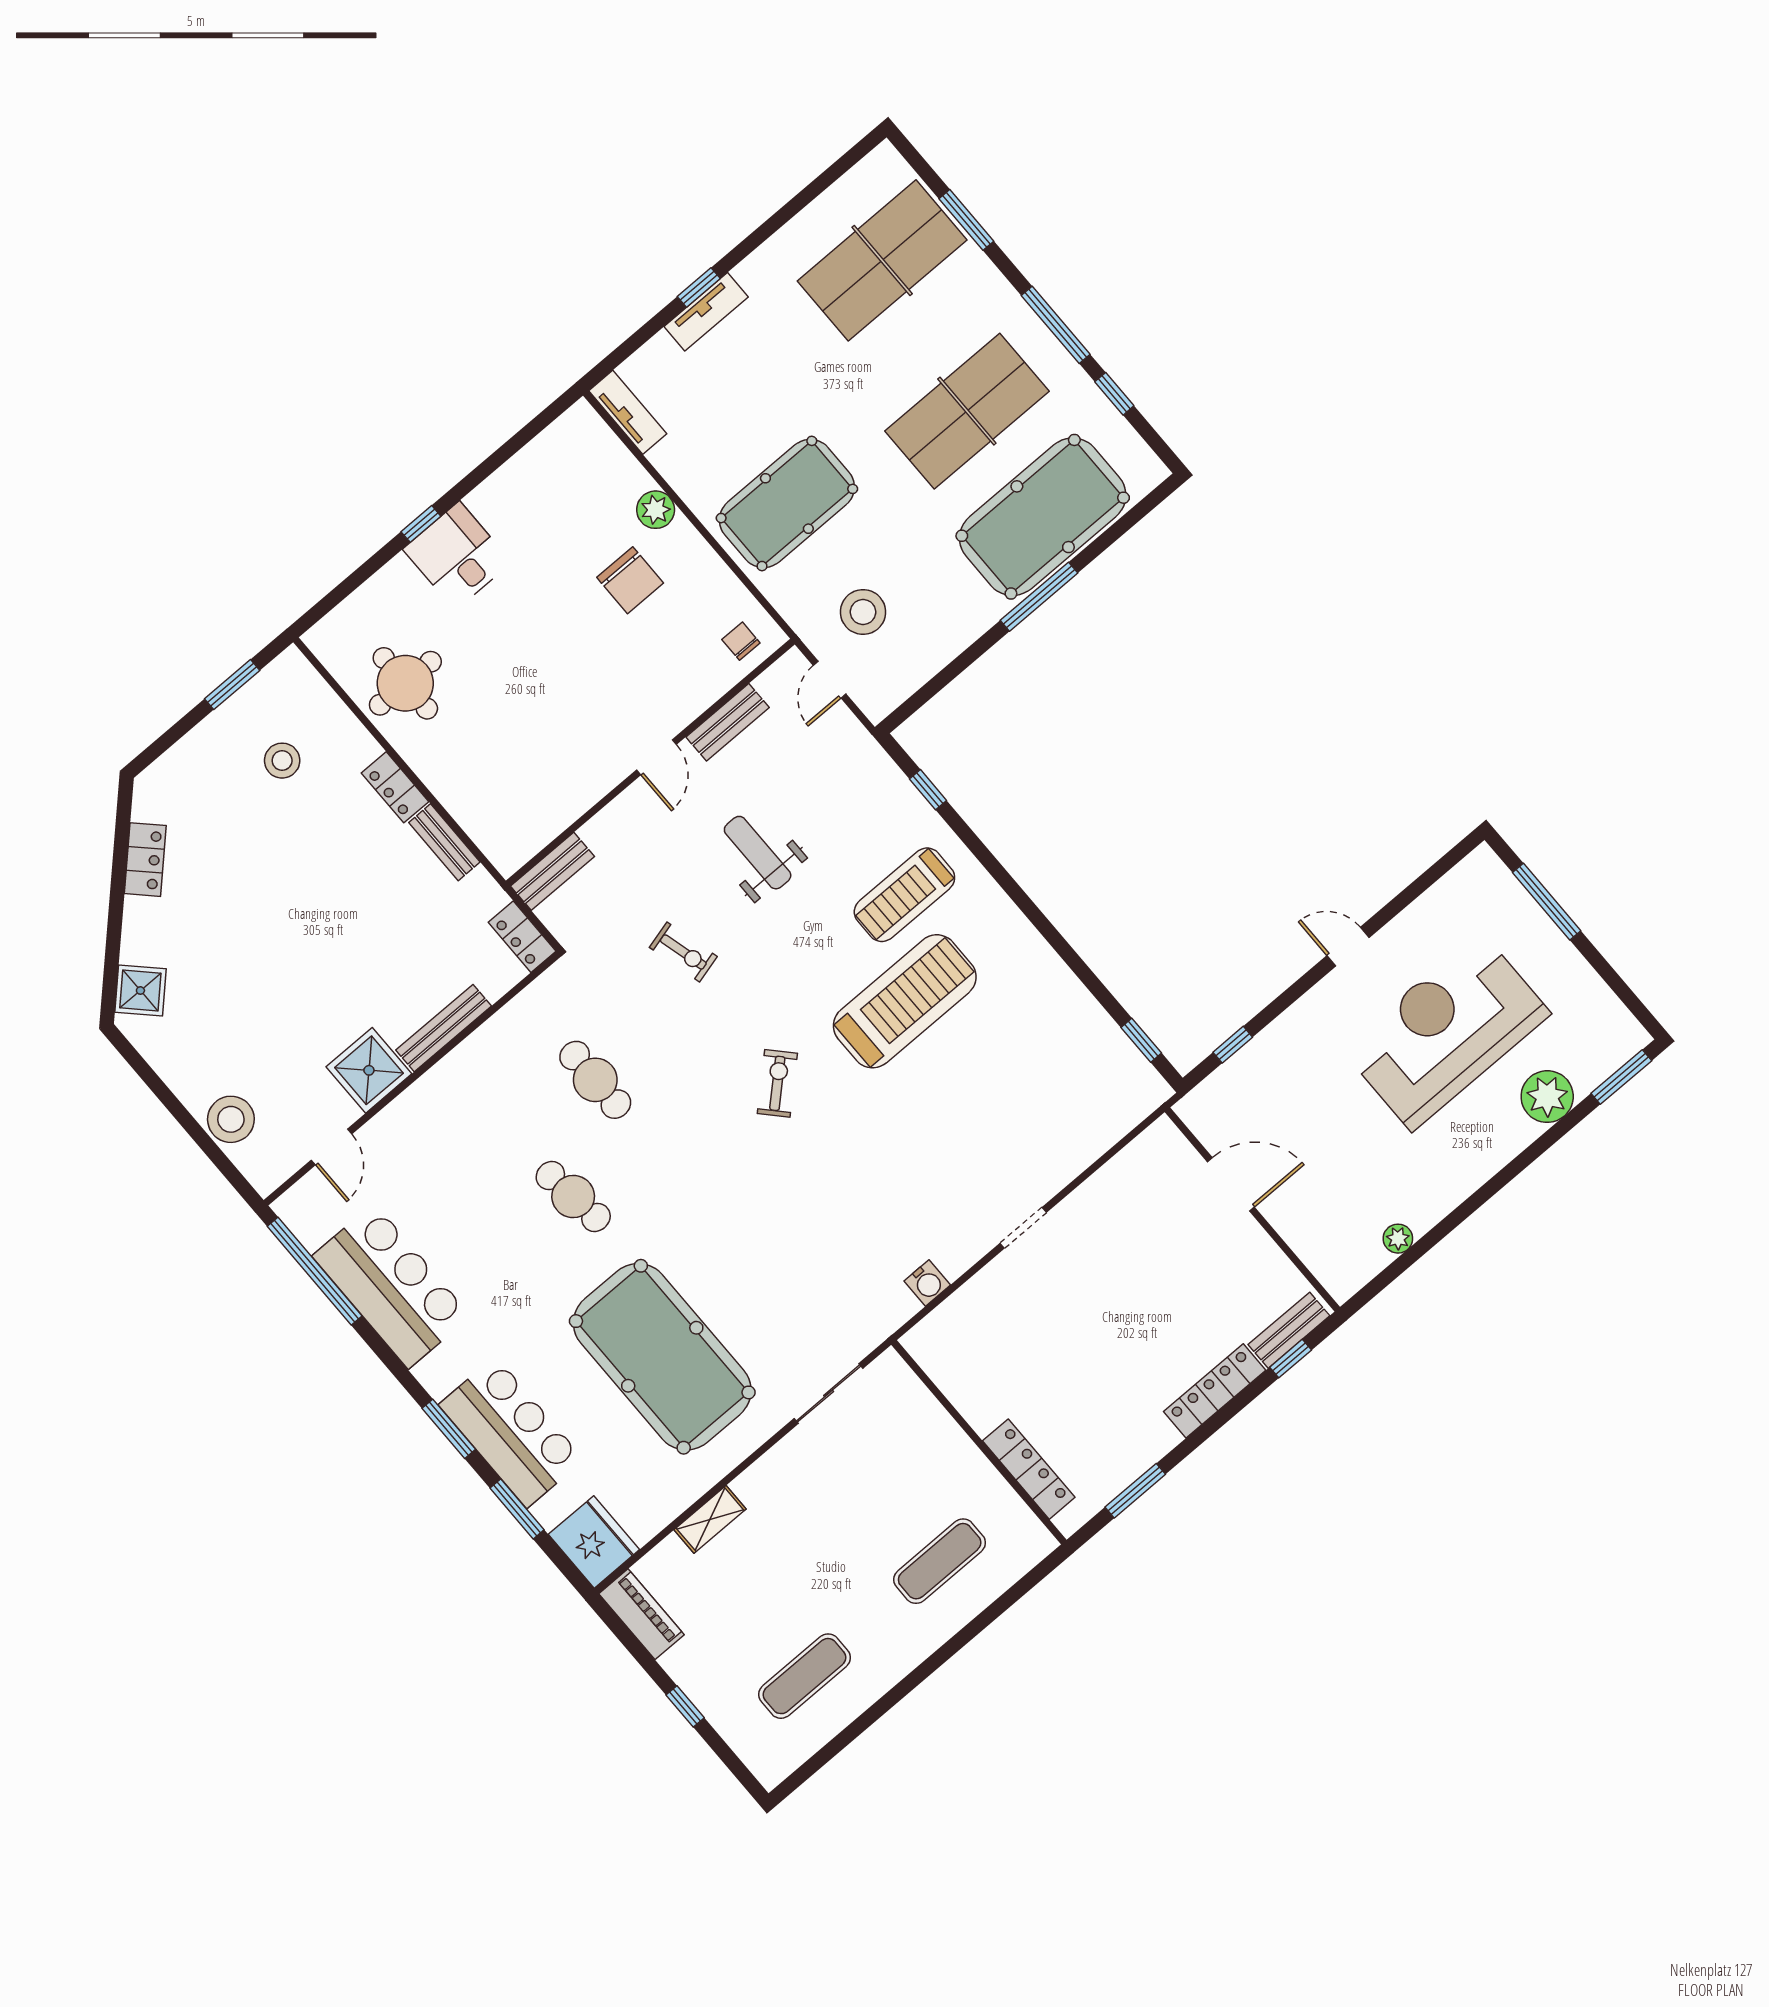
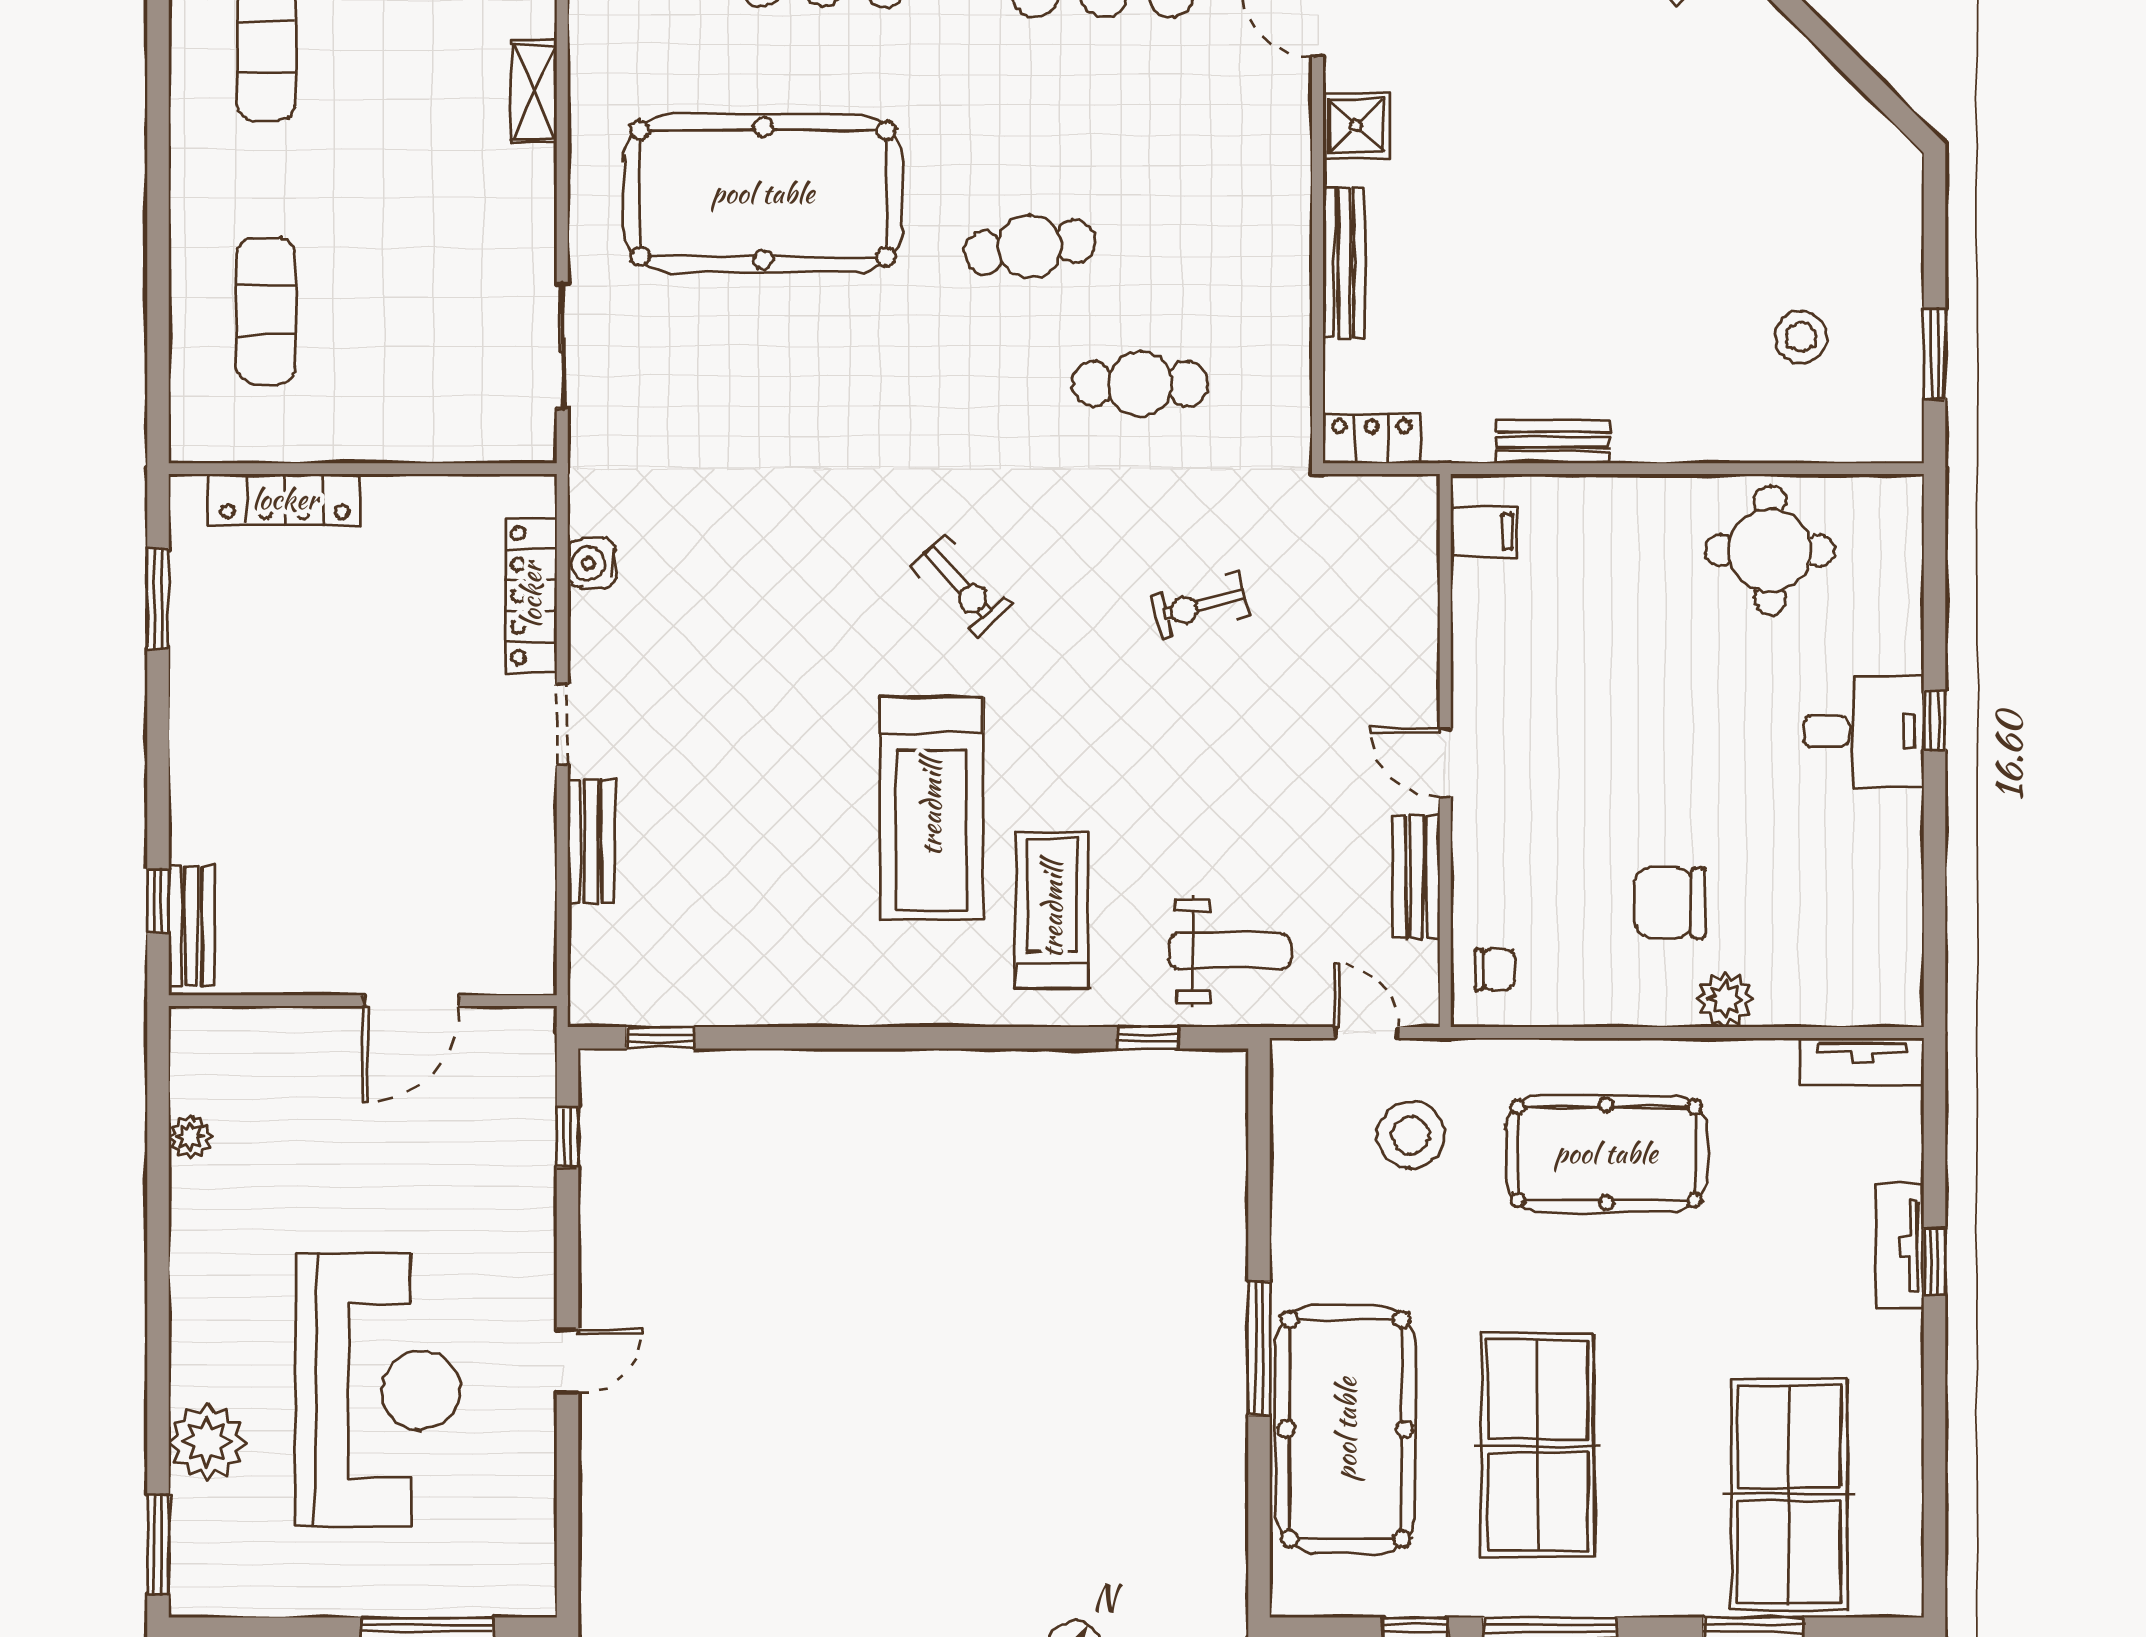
pool table: (787, 503) -> (1606, 1153), turned 90
locker: (395, 787) -> (1662, 439), removed
filing cabinet: (521, 838) -> (1484, 532), added
weight bench: (758, 853) -> (1230, 951), moved
locker: (145, 860) -> (1821, 87), removed
bench: (553, 871) -> (591, 841), moved
shower: (369, 1070) -> (1356, 126), width x0.73, depth x0.73
locker: (1215, 1391) -> (531, 595), moved, turned 180

